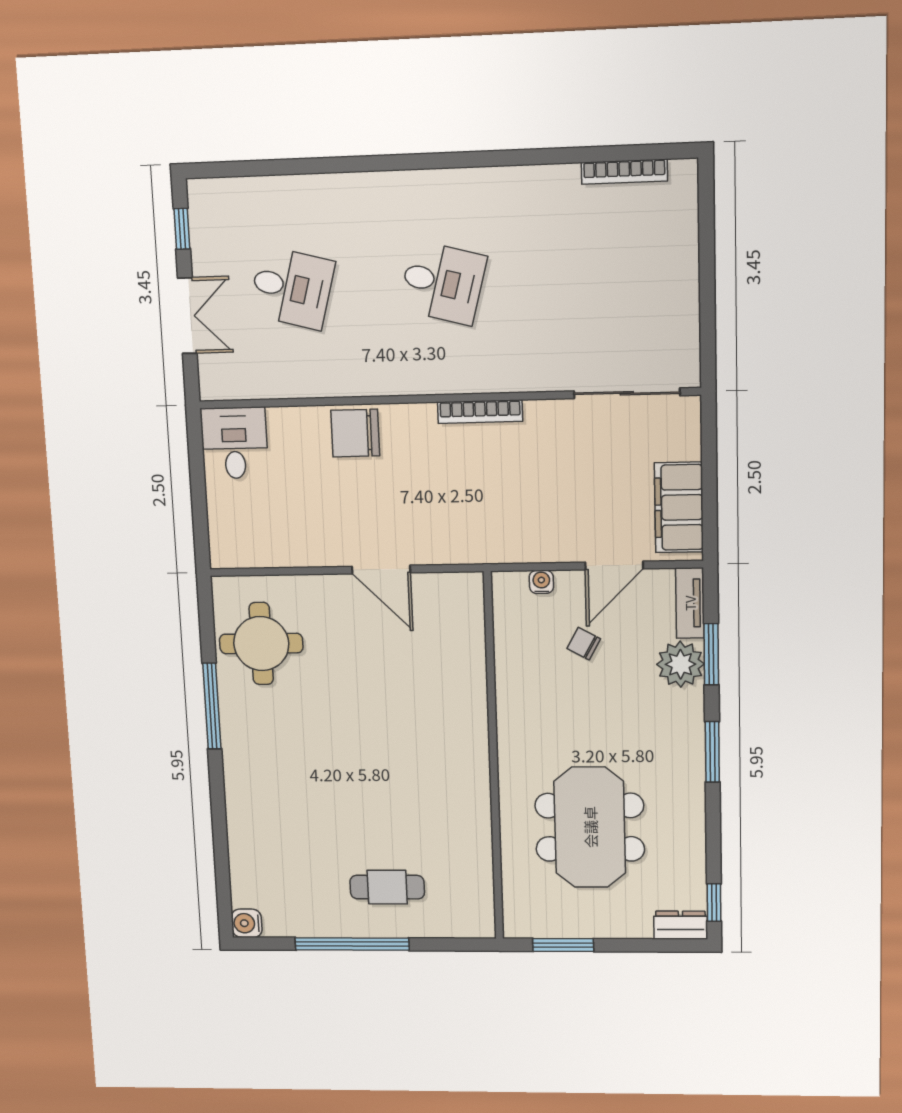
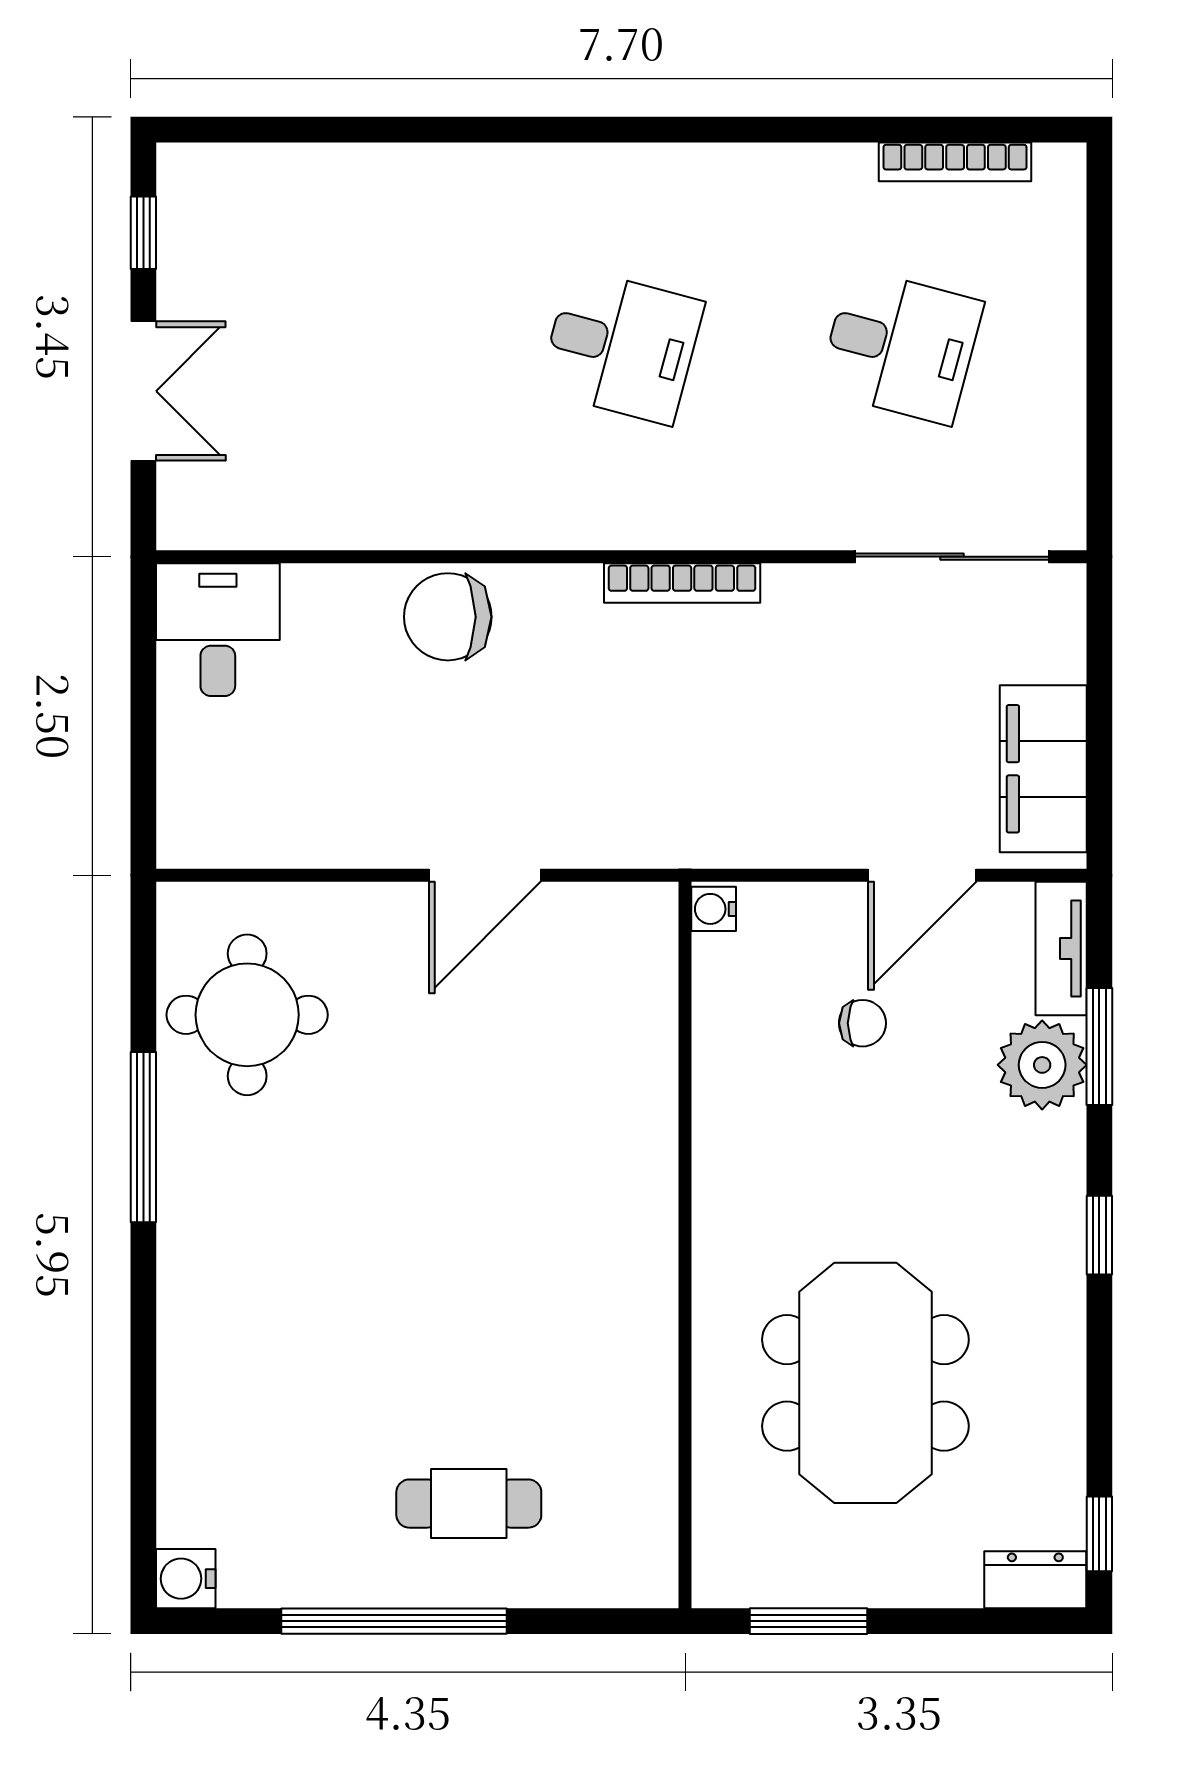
desk: (292, 288) -> (901, 346), moved
door: (381, 570) -> (485, 875), hinge flipped
water cooler: (541, 582) -> (714, 909), moved, turned -90
chair: (584, 644) -> (862, 1023), turned 151
window: (712, 752) -> (1099, 1235), width x0.67

